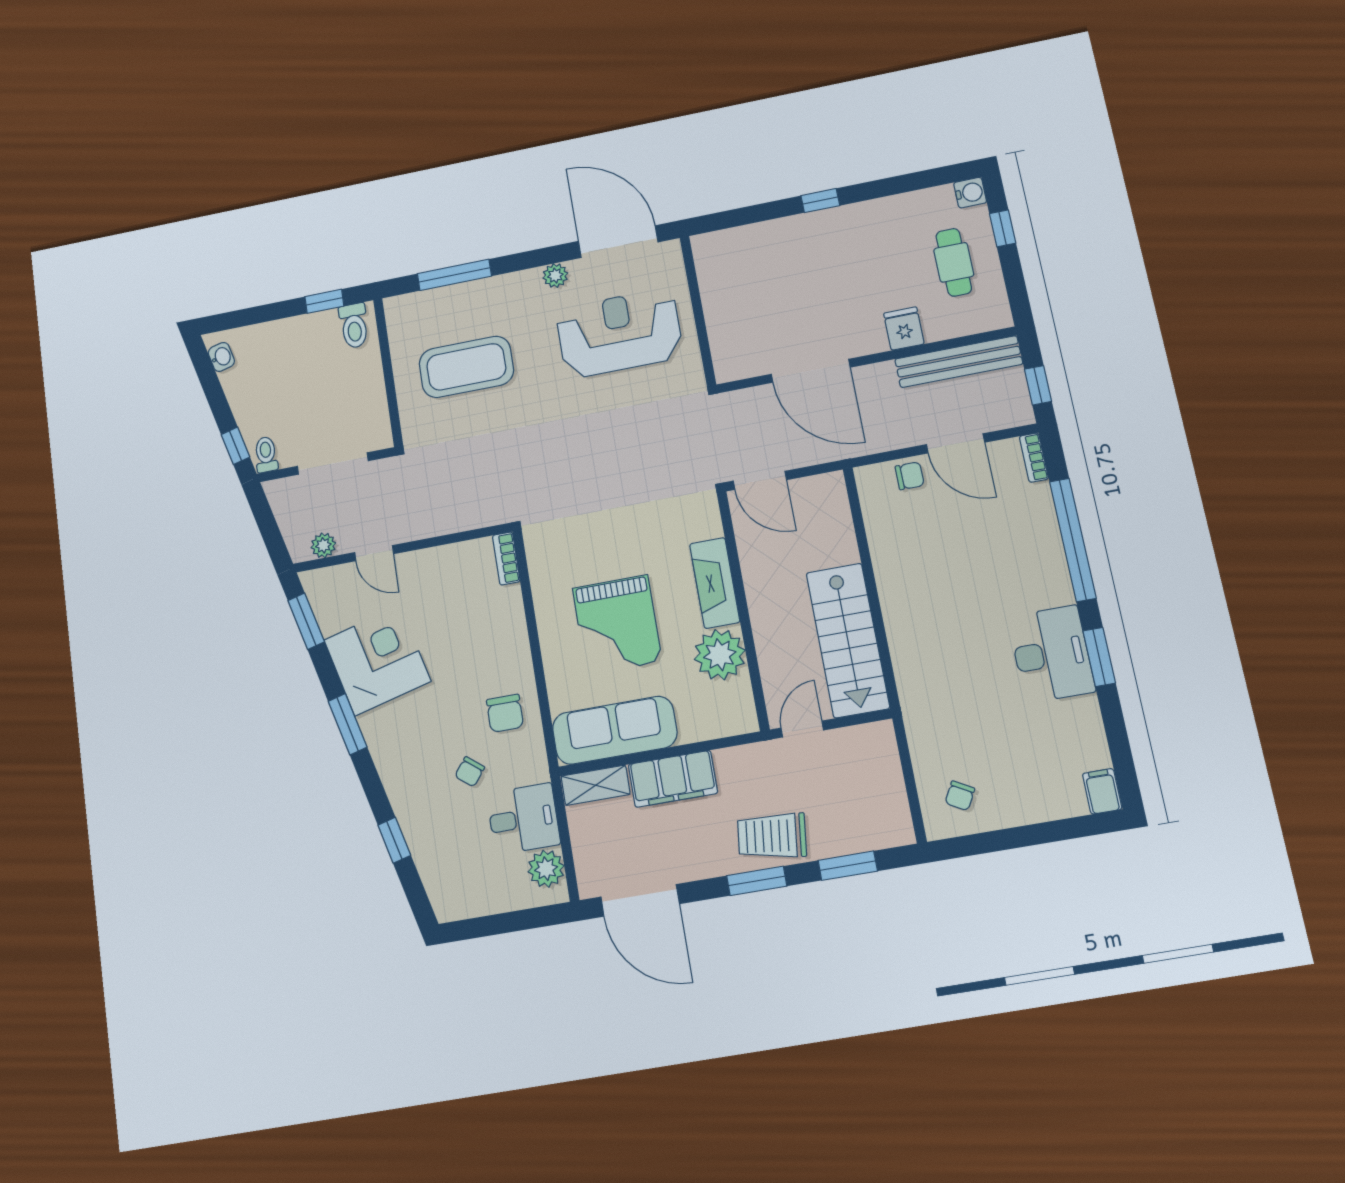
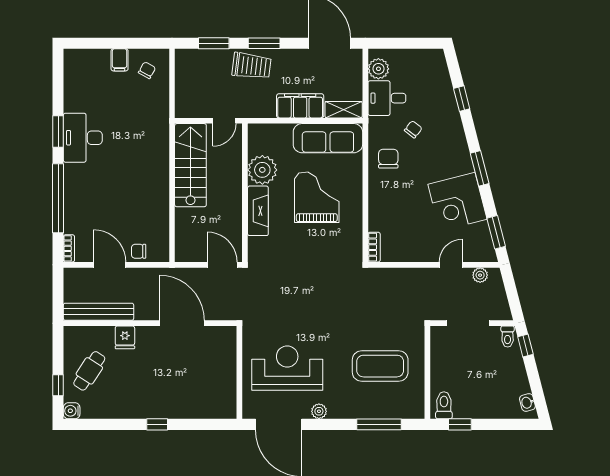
cafe table: (954, 262) -> (89, 371), turned 33
reception desk: (619, 333) -> (287, 368), turned 180
window: (1038, 385) -> (58, 289), removed
door: (374, 553) -> (451, 265), hinge flipped
filing cabinet: (1102, 791) -> (120, 60), moved

